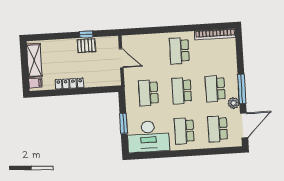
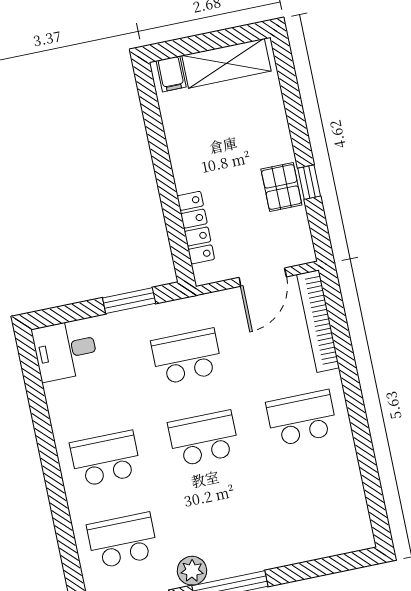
bookcase: (215, 34) -> (318, 321), moved
locker: (69, 84) -> (196, 228), moved
school desk: (215, 89) -> (221, 520), removed
window: (124, 123) -> (129, 301), moved
desk: (148, 137) -> (65, 350), width x0.53, depth x0.77

